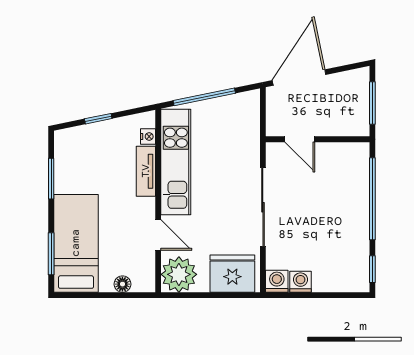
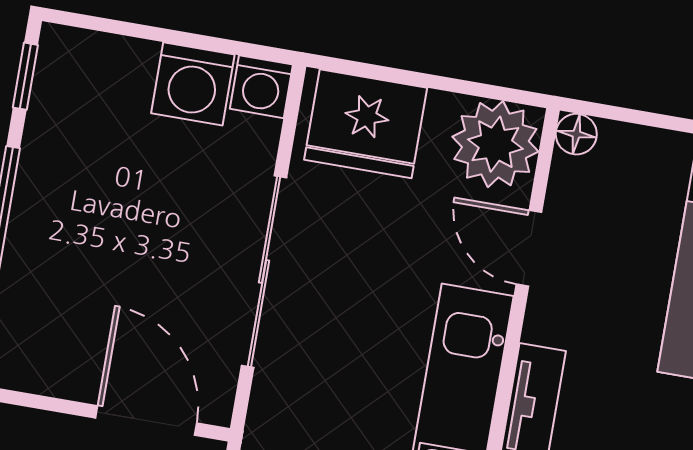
door: (300, 139) -> (146, 421), width x1.38
washing machine: (300, 282) -> (193, 84), width x1.38, depth x1.38
floor lamp: (122, 284) -> (576, 134), moved

